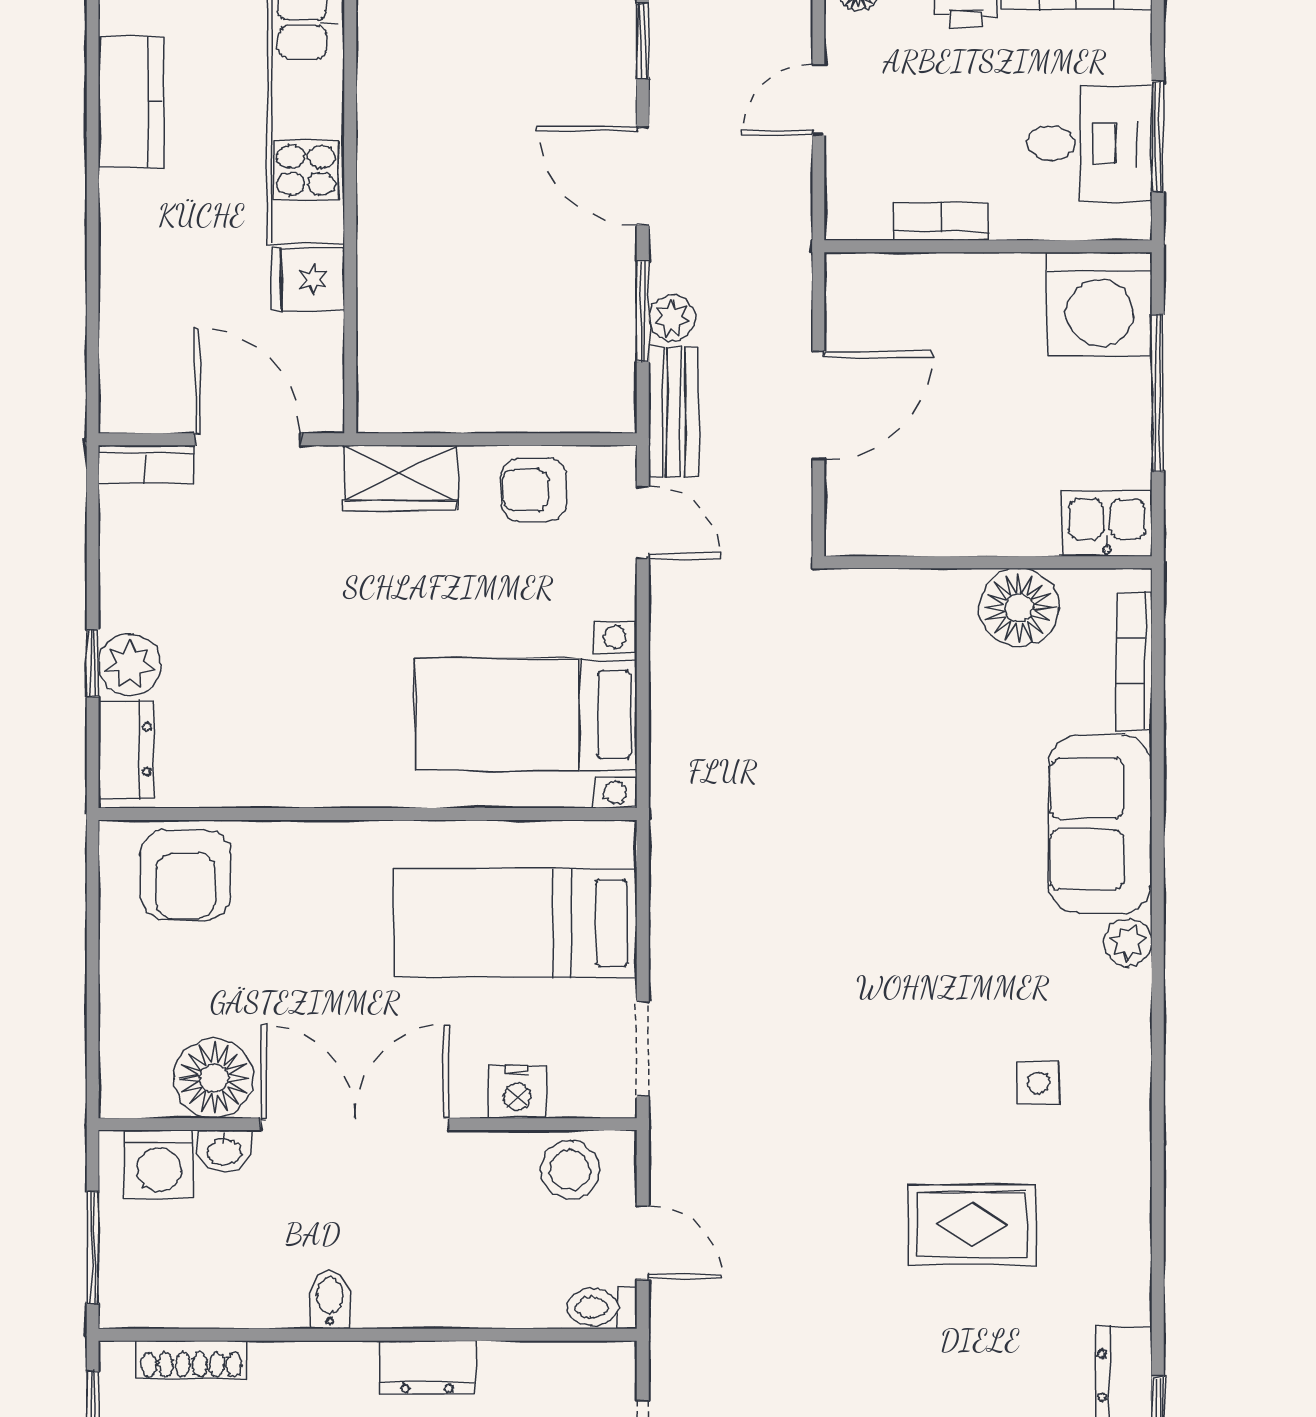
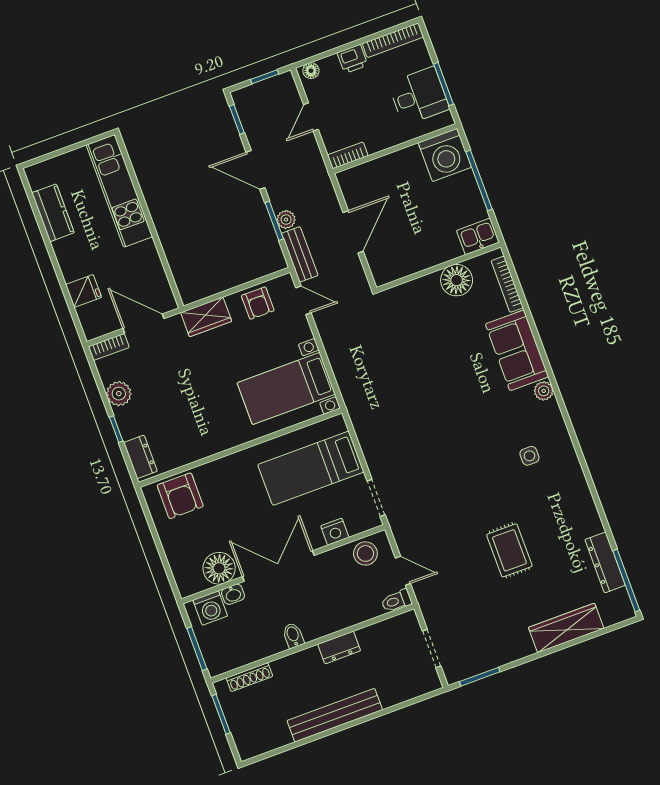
bookcase: (941, 221) -> (348, 155), moved
fridge: (307, 280) -> (84, 291), moved, turned 180
armchair: (533, 490) -> (258, 303), turned -90
plant: (130, 665) -> (119, 394), moved
rug: (972, 1225) -> (509, 550), moved, turned 90

